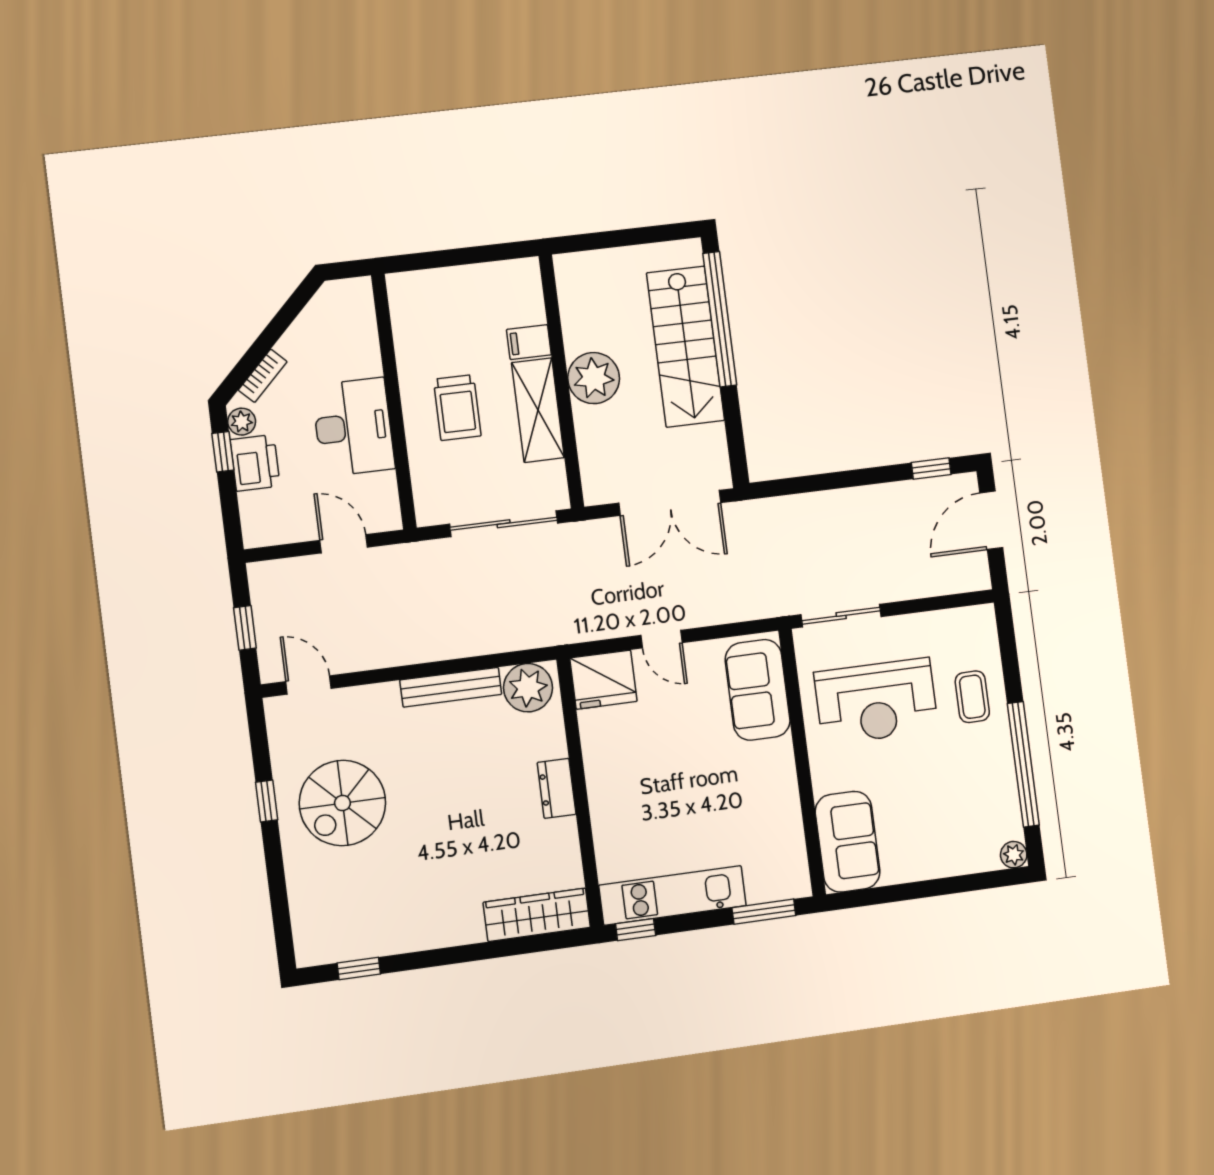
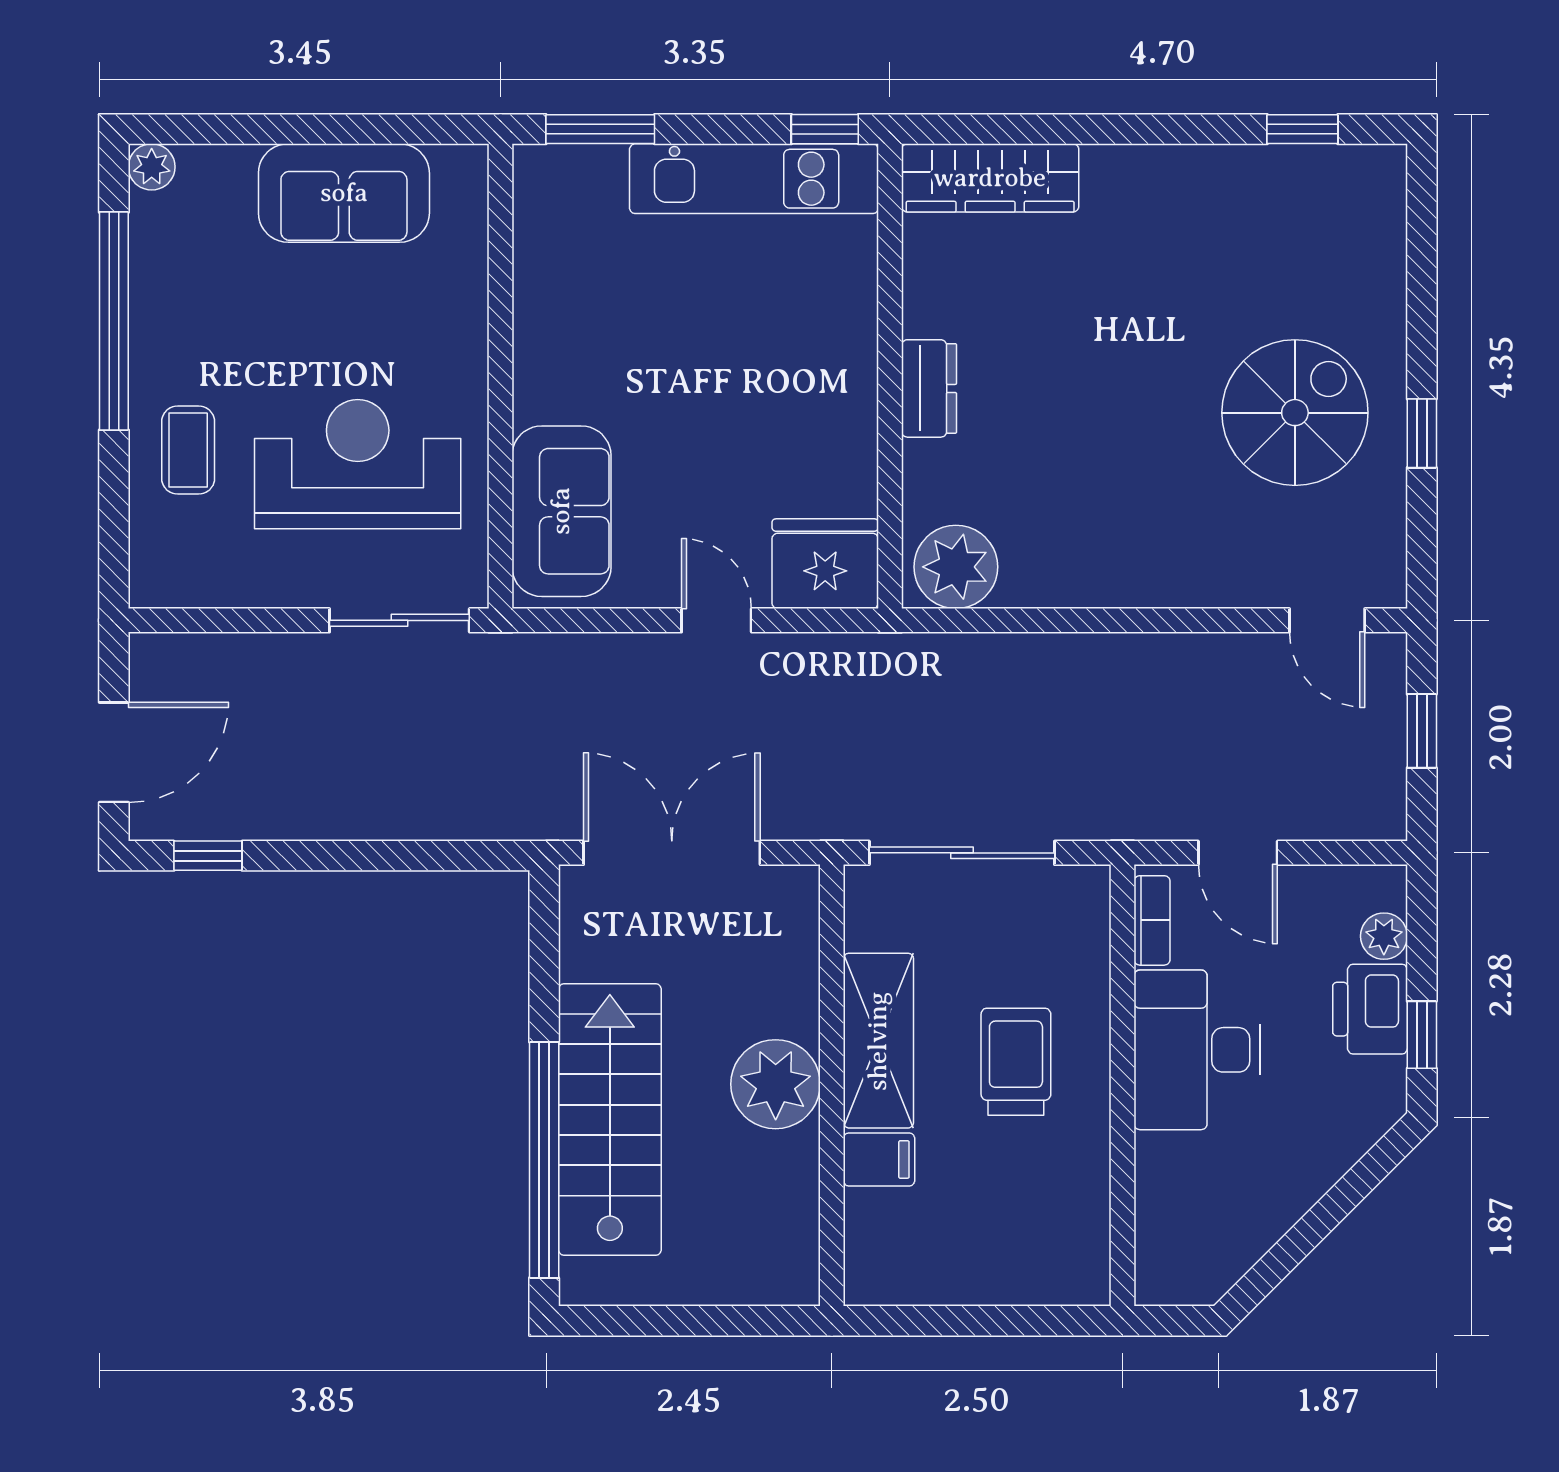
bookcase: (263, 376) -> (1152, 920), moved, turned 135
plant: (242, 422) -> (1384, 936), moved
bench: (451, 687) -> (1087, 585), removed
sofa: (848, 842) -> (344, 193), moved, turned -90

